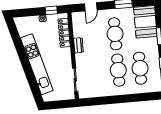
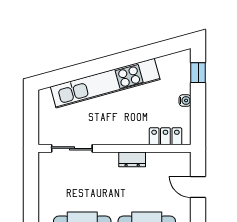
window: (51, 10) -> (198, 73), moved
locker: (64, 33) -> (165, 136), width x0.66

